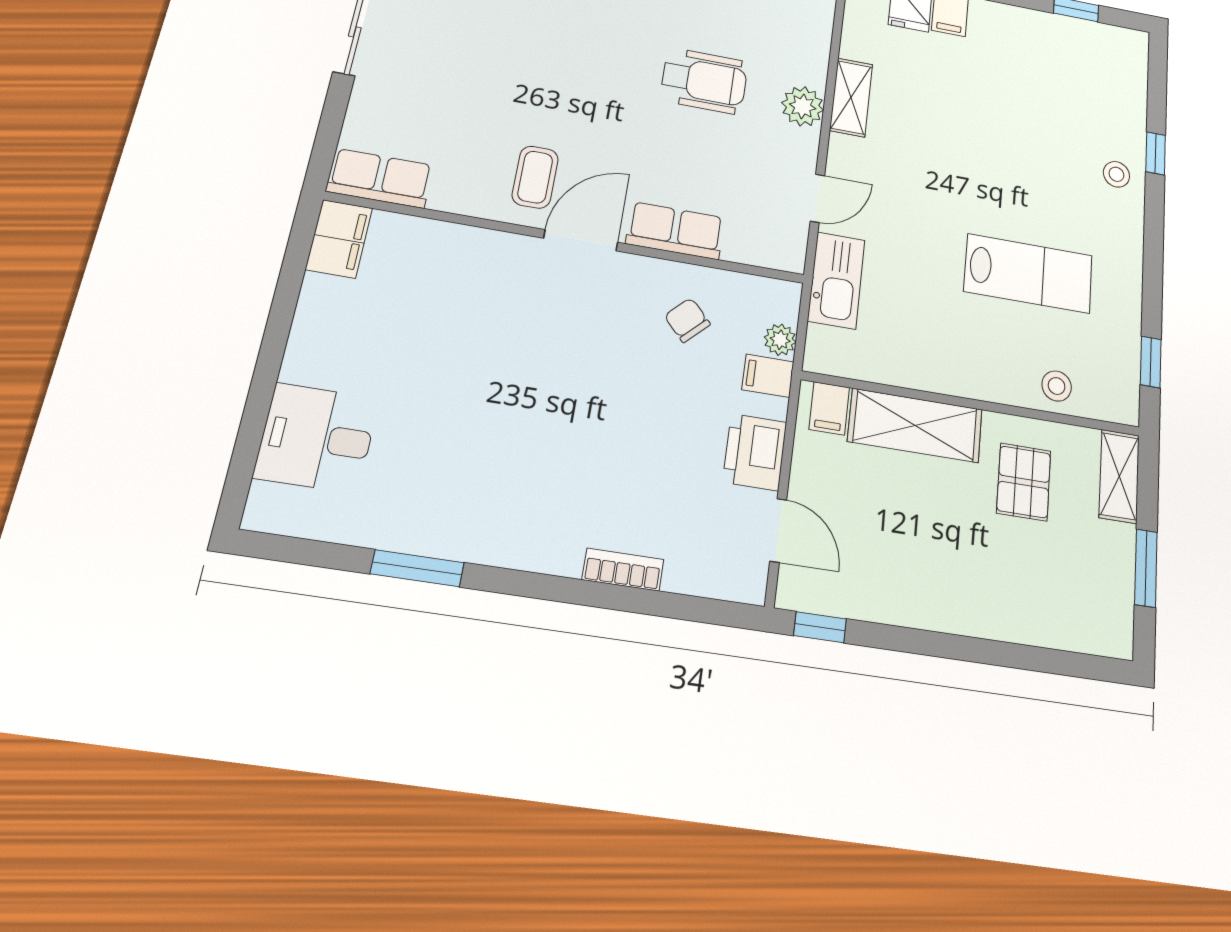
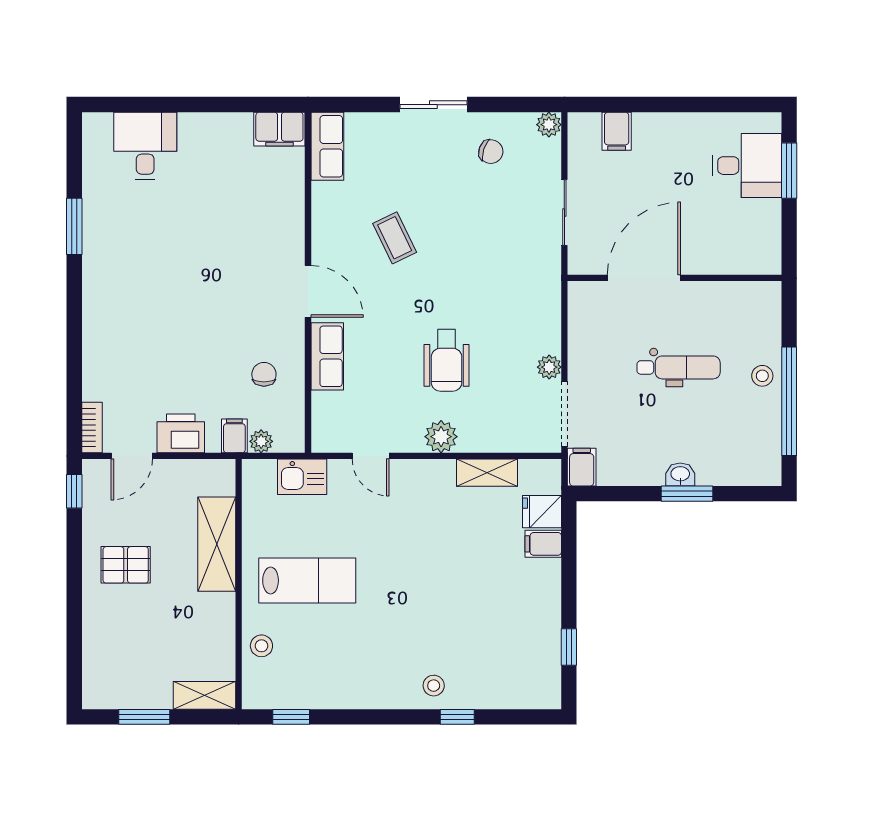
shelving: (851, 97) -> (487, 473), moved
coffee table: (535, 177) -> (395, 238), moved, turned 64
lab bench: (1028, 273) -> (307, 581), moved, turned -90
kitchen sink: (836, 280) -> (302, 477), width x0.73
chair: (687, 320) -> (264, 374), turned -46
filing cabinet: (829, 408) -> (219, 482), removed
pallet: (1024, 482) -> (126, 565), moved
bookcase: (623, 570) -> (92, 427), moved

